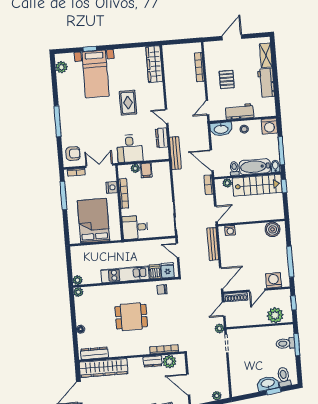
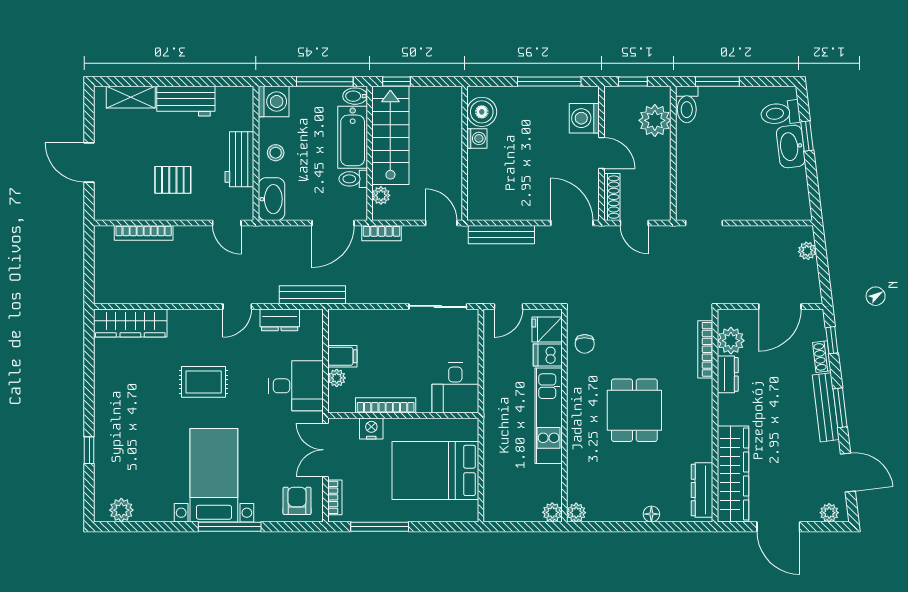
bed with nightstands: (96, 74) -> (214, 475), moved, turned -90
washing machine: (230, 230) -> (477, 138), moved
plant: (219, 328) -> (672, 235), removed
toilet: (285, 343) -> (687, 105), moved

